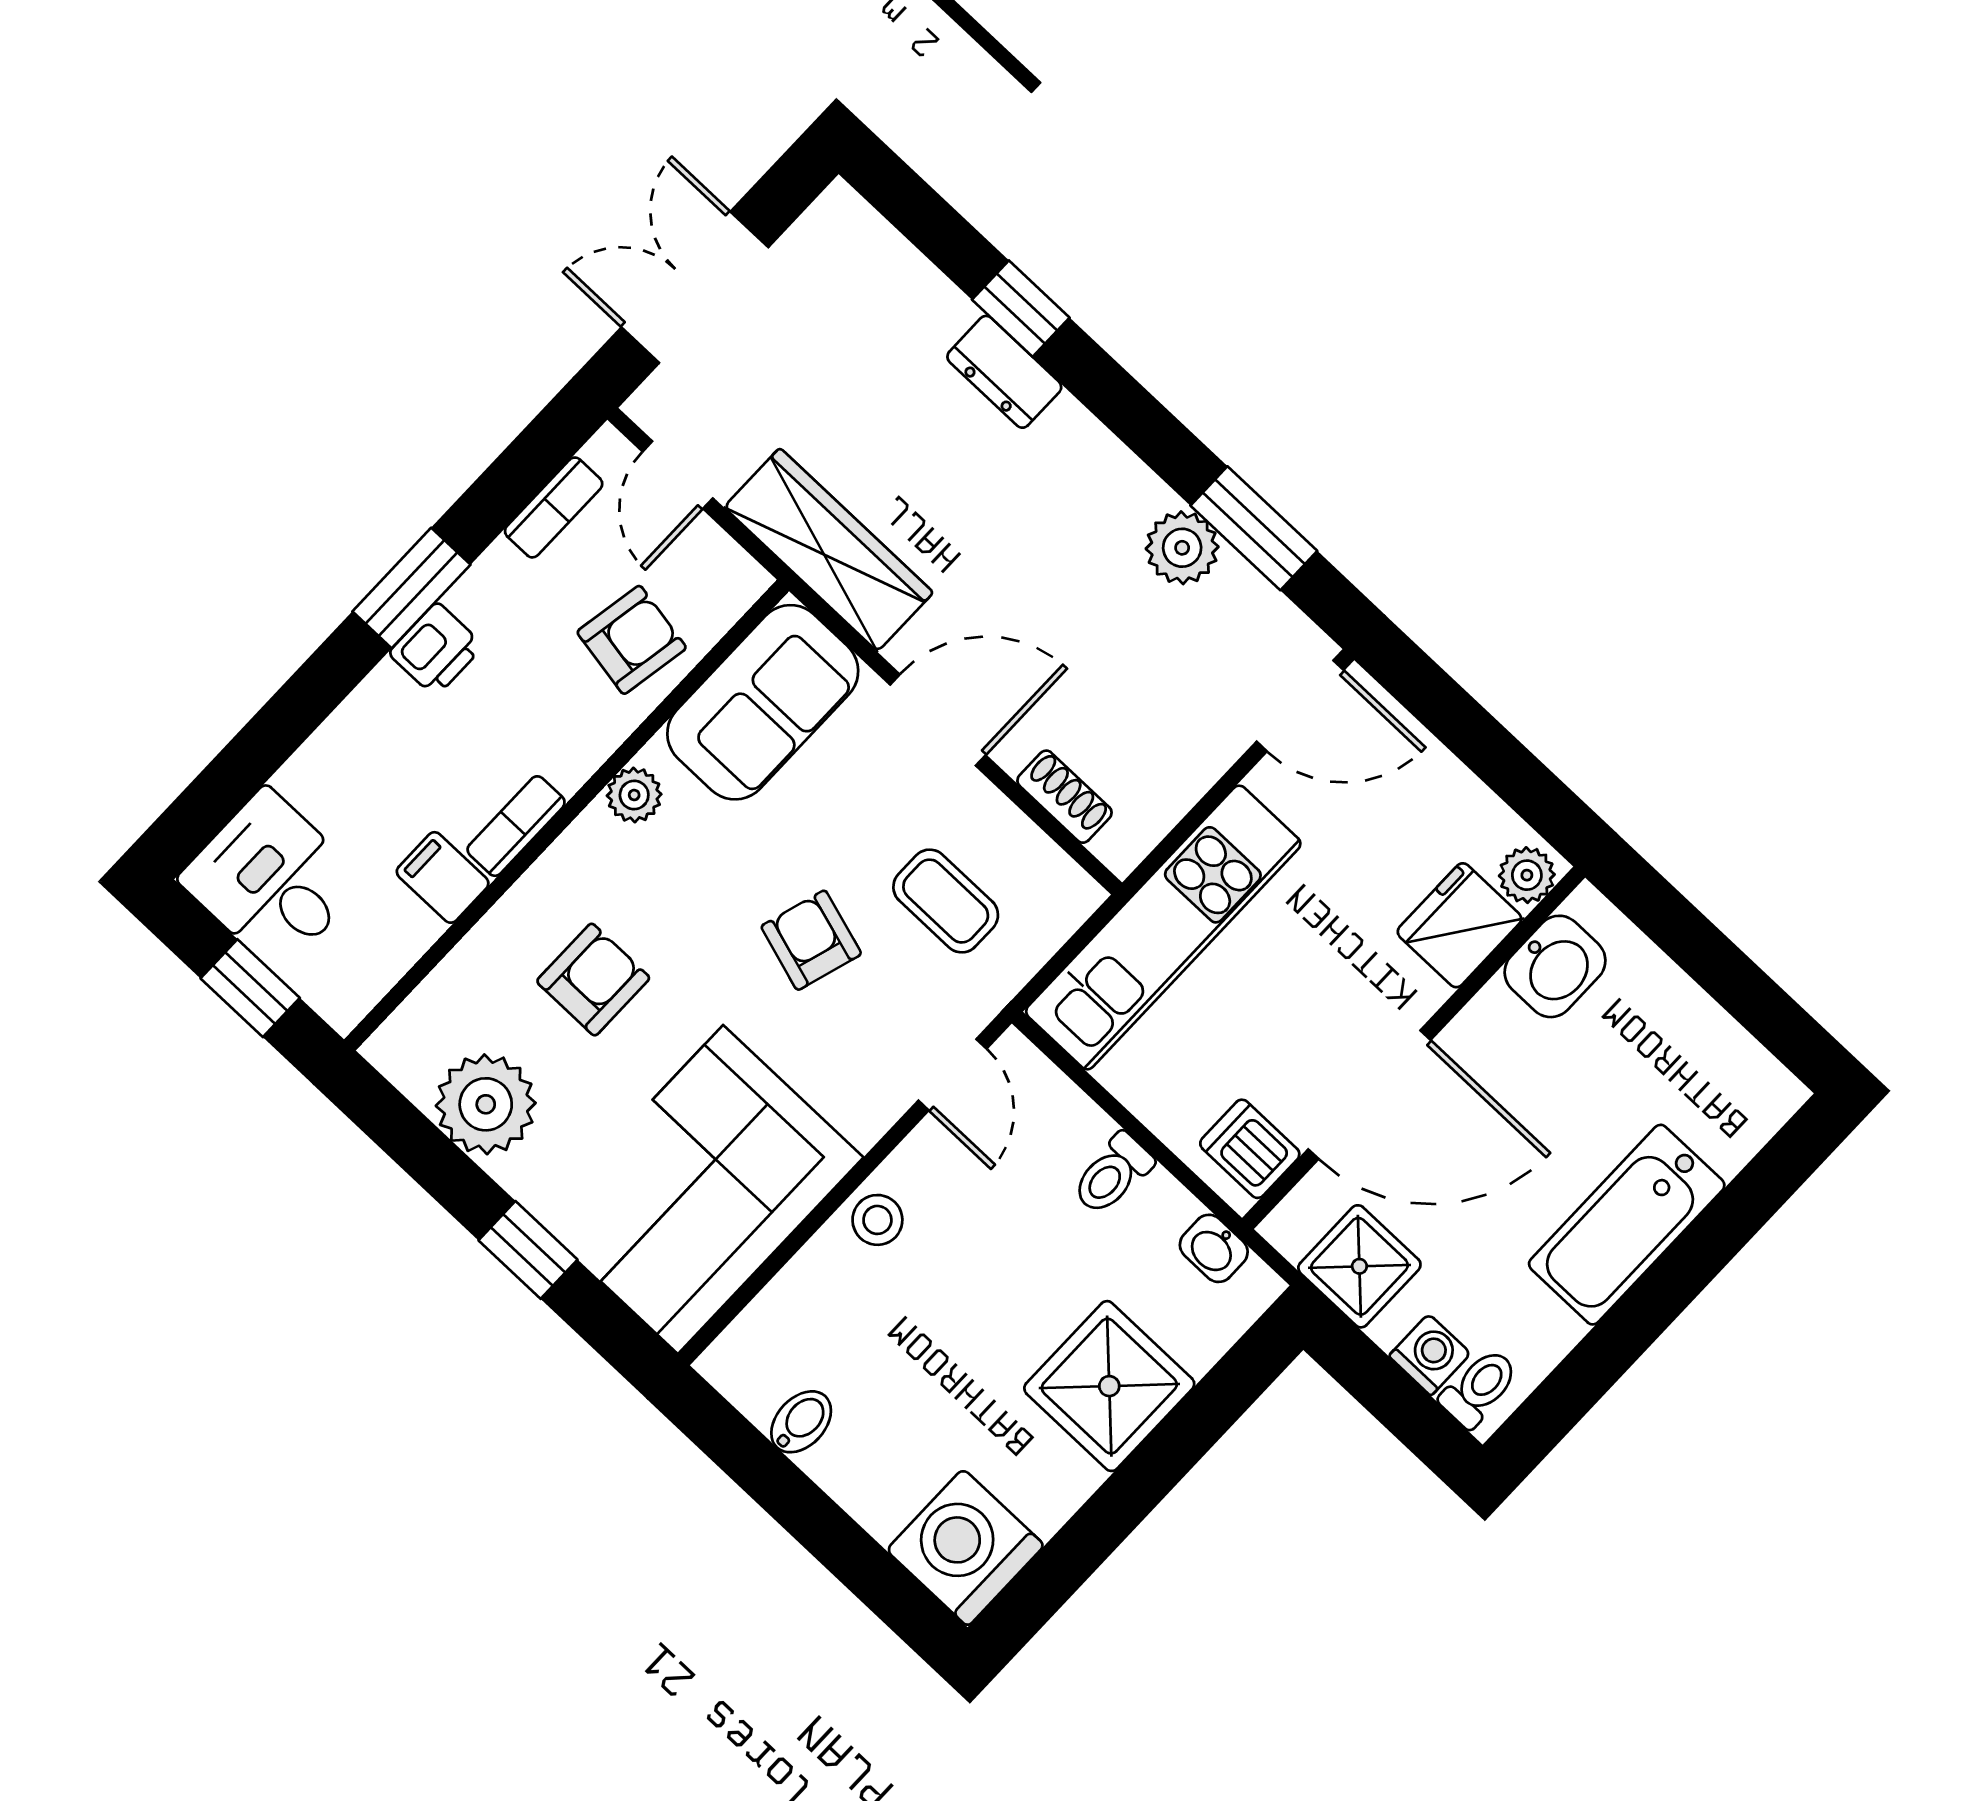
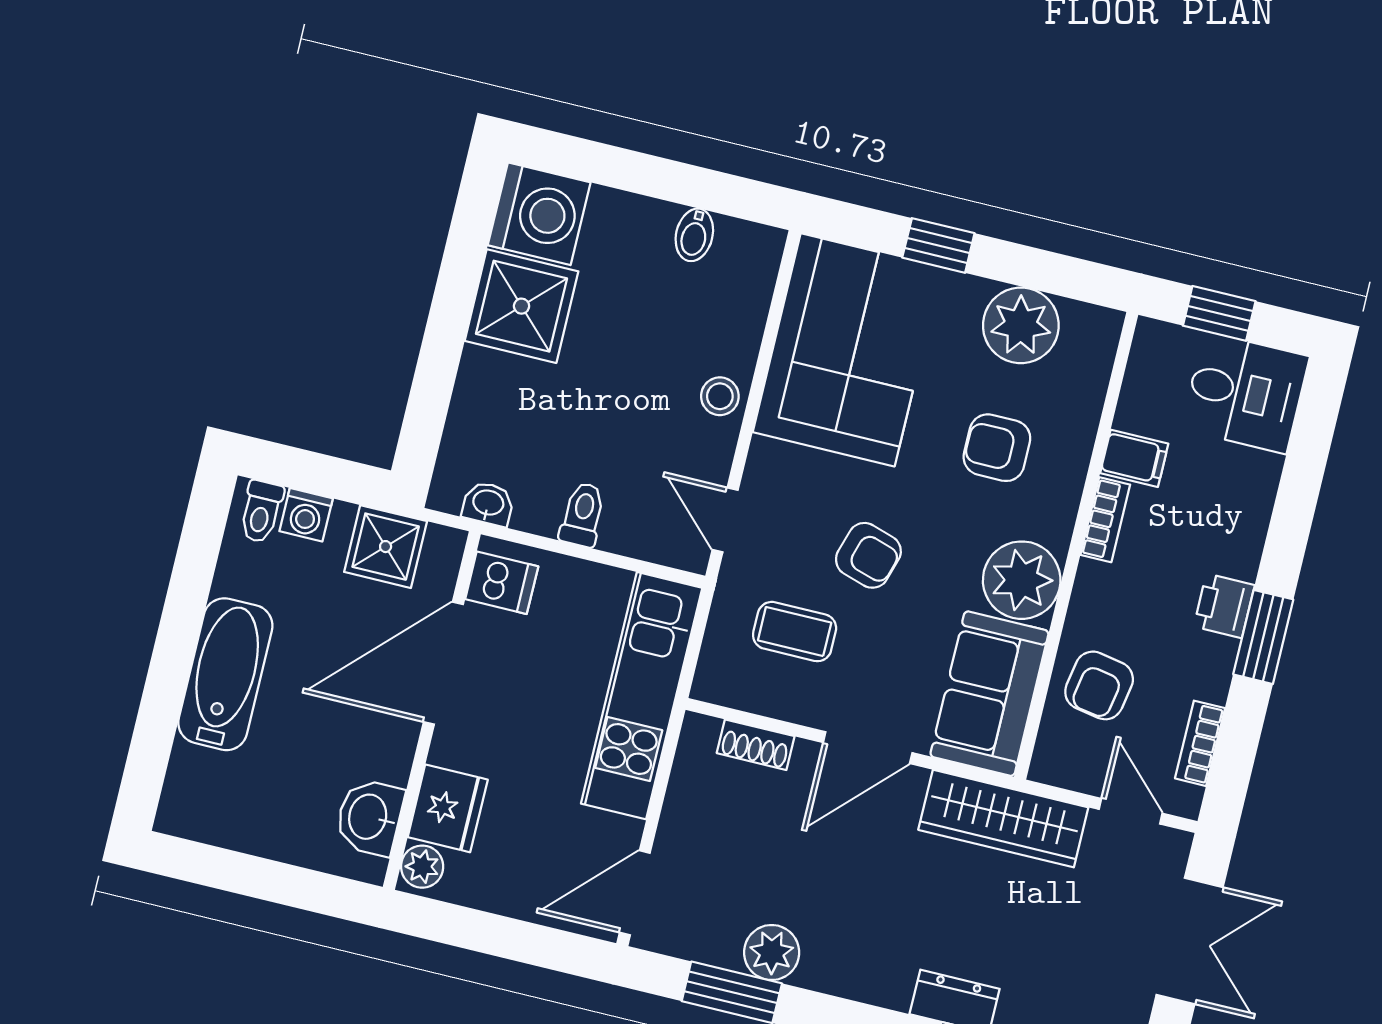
plant: (634, 795) -> (1022, 580), width x1.87, depth x1.87
armchair: (593, 980) -> (997, 448), turned 90
shower: (1109, 1386) -> (522, 306), moved

